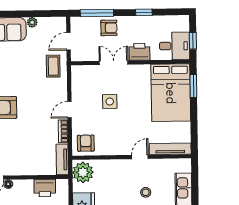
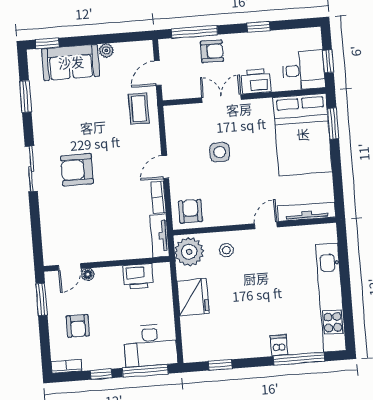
stool: (146, 192) -> (226, 250), moved

